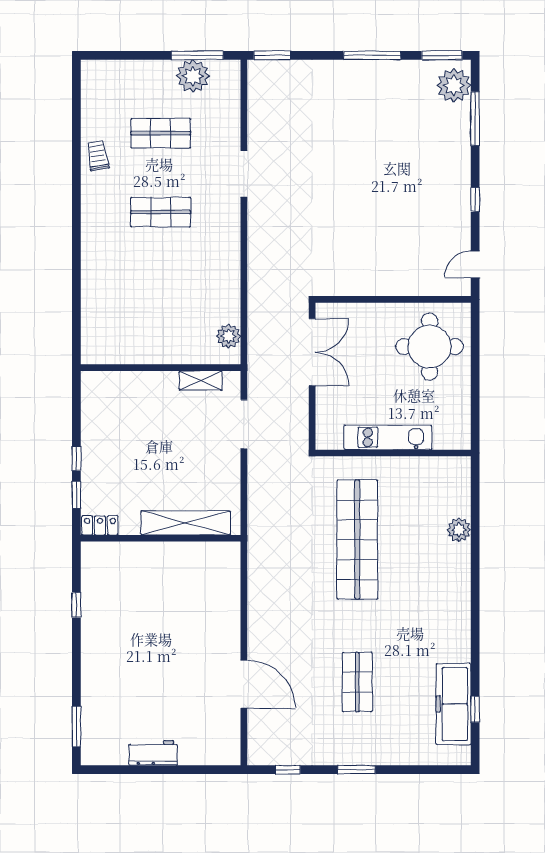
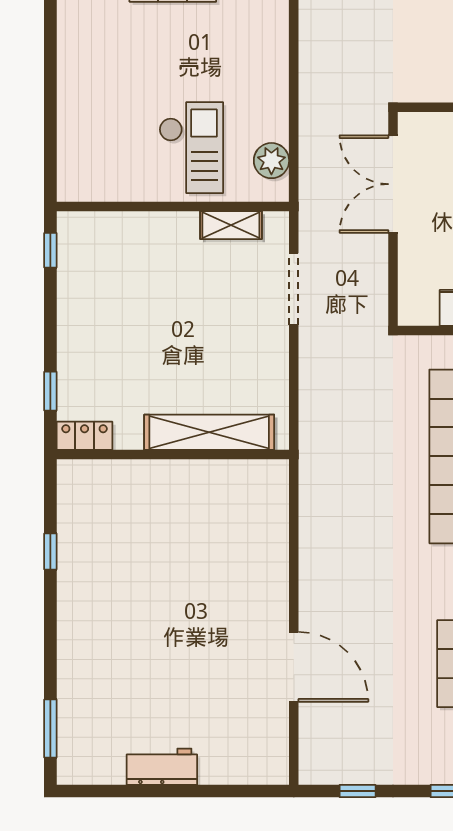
checkout: (173, 327) -> (191, 148), added
double door: (312, 352) -> (393, 184), swing flipped
window: (76, 459) -> (50, 250), moved

